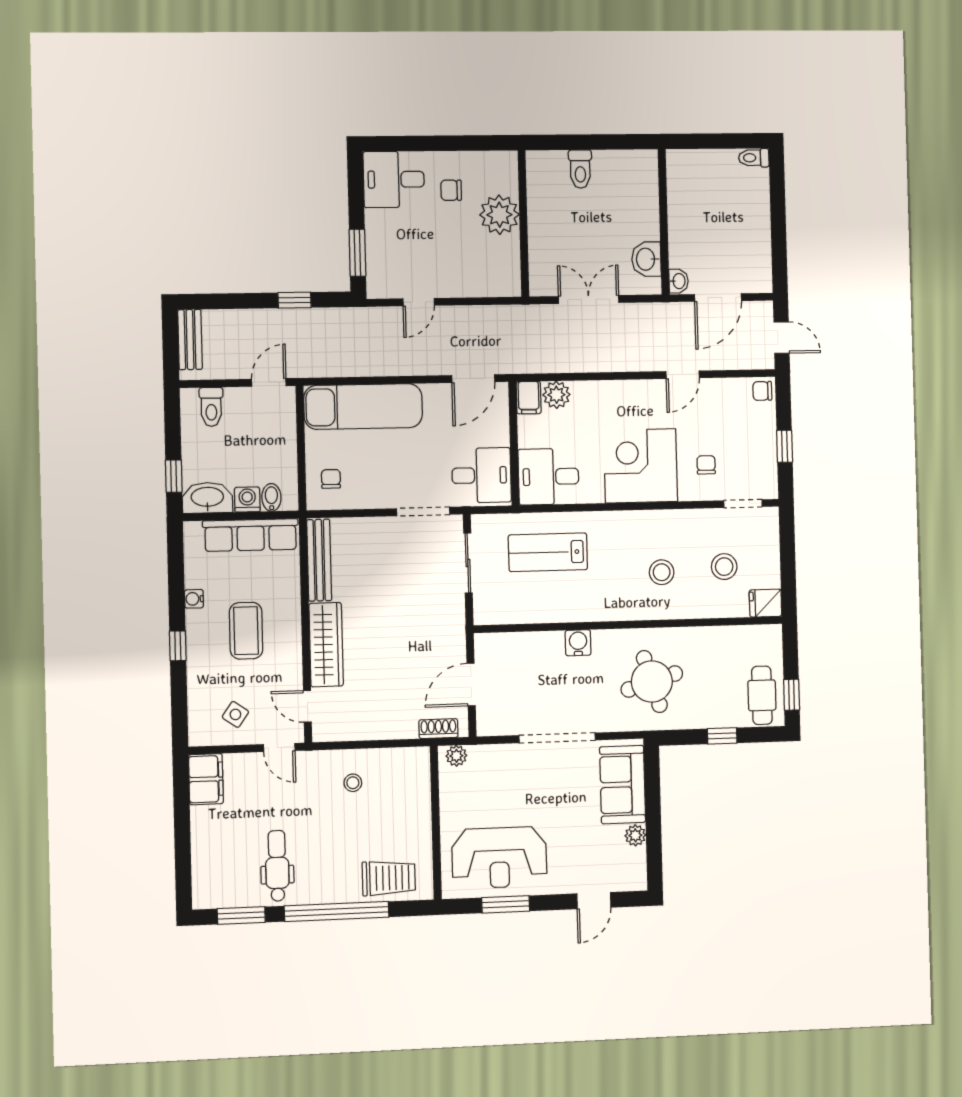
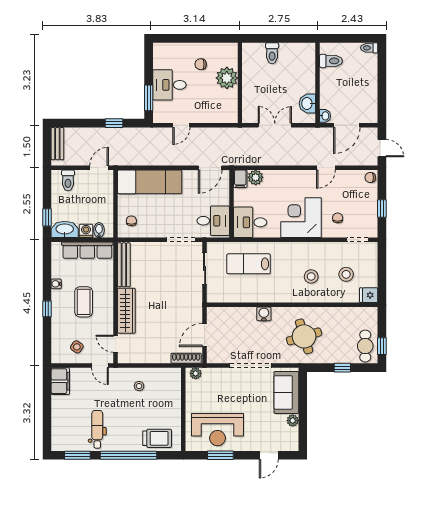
desk: (394, 179) -> (170, 85), moved
toilet: (687, 182) -> (331, 61), added
shoe rack: (438, 729) -> (186, 358), width x1.43

